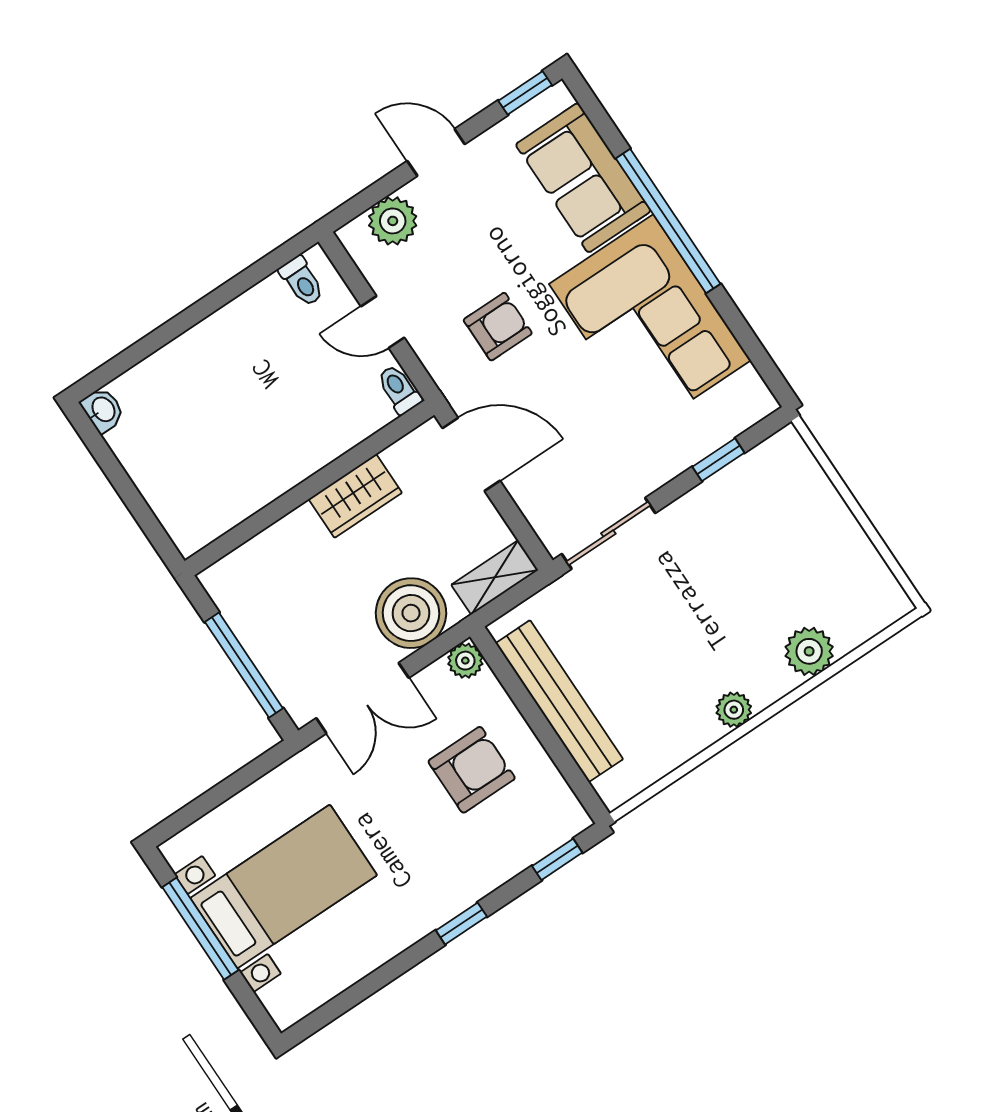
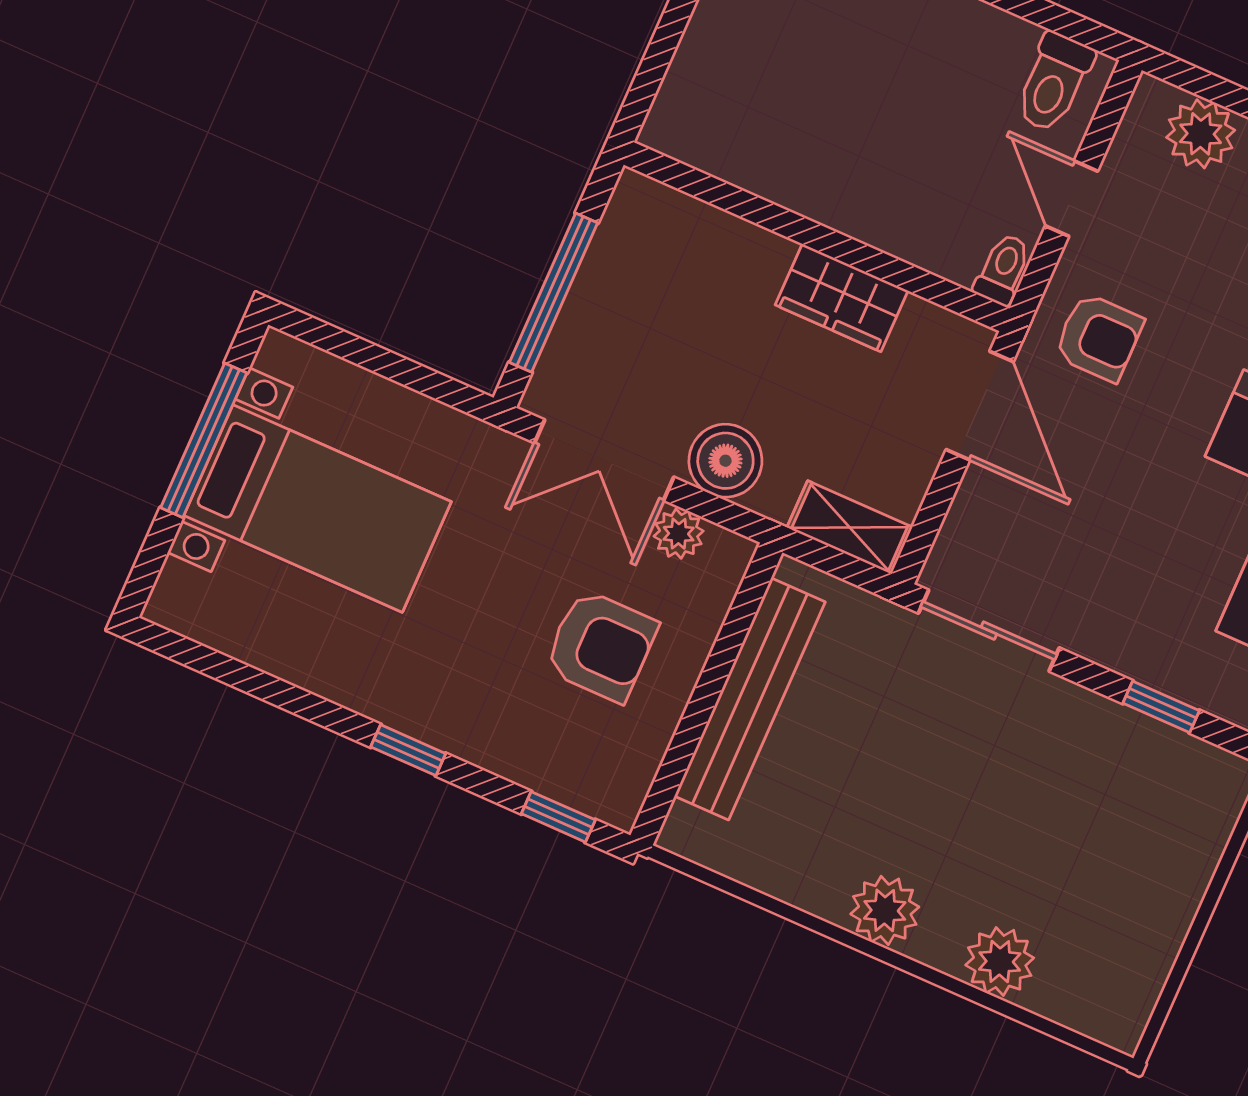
toilet: (302, 281) -> (1054, 82), width x1.37, depth x1.39
armchair: (498, 327) -> (1099, 337), moved
boiler: (411, 613) -> (725, 461), width x0.73, depth x0.73
plant: (465, 661) -> (679, 534), moved
plant: (734, 710) -> (885, 910), width x1.38, depth x1.38

